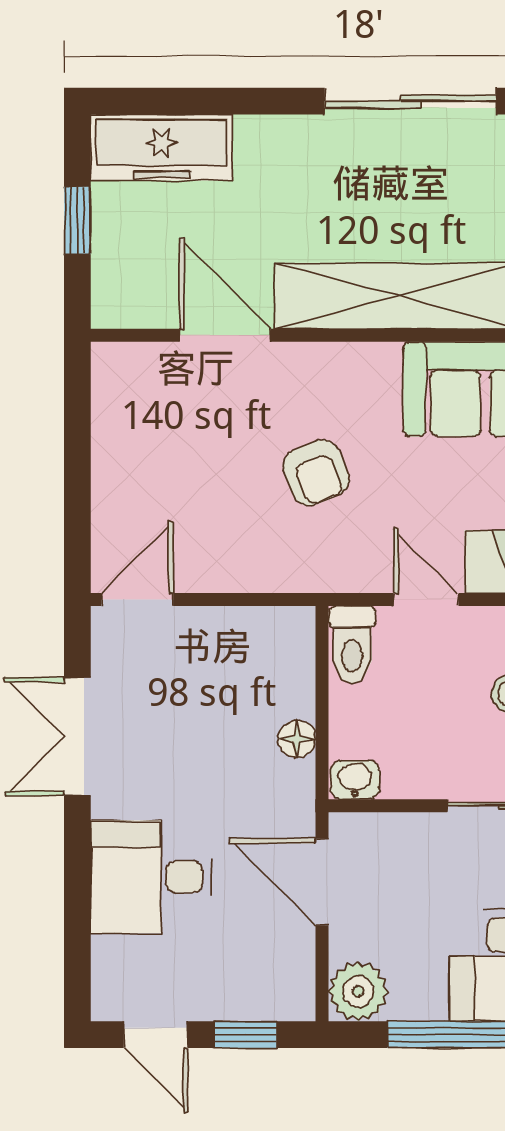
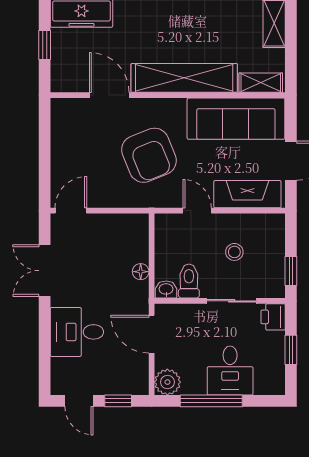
armchair: (316, 473) -> (149, 155), width x1.88, depth x1.88
toilet: (352, 645) -> (189, 281), moved, turned 180

